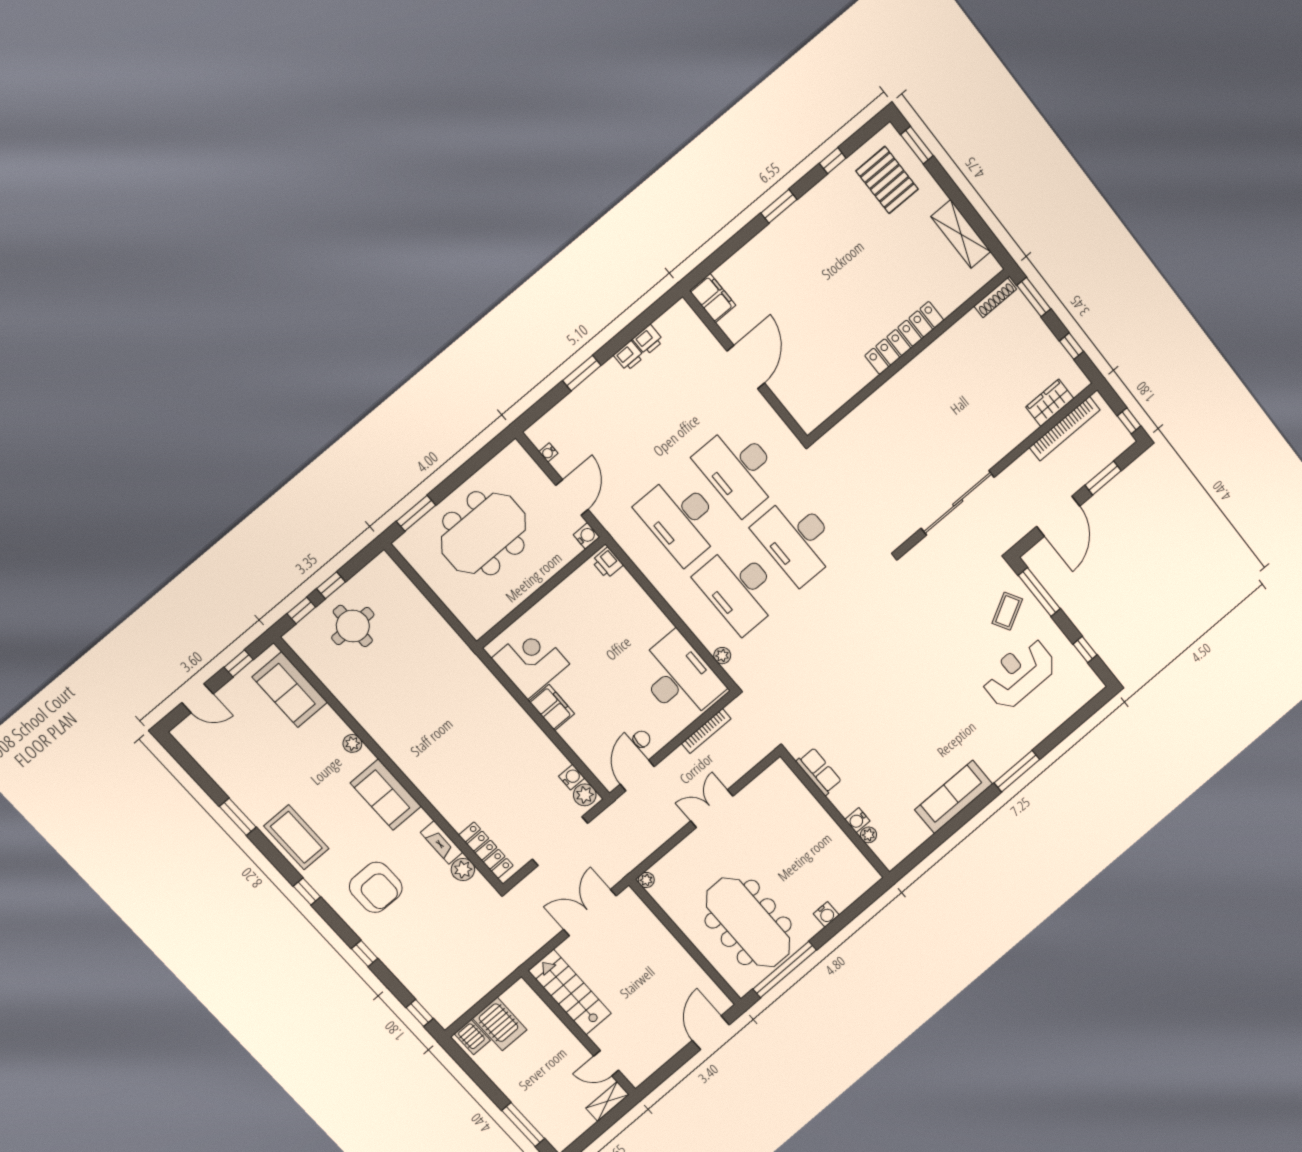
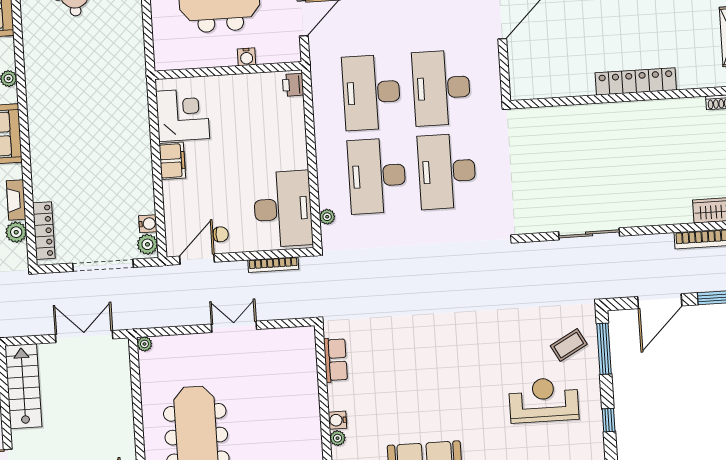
sliding door: (958, 503) -> (589, 234), width x0.73
water cooler: (586, 536) -> (247, 57), moved, turned 90

